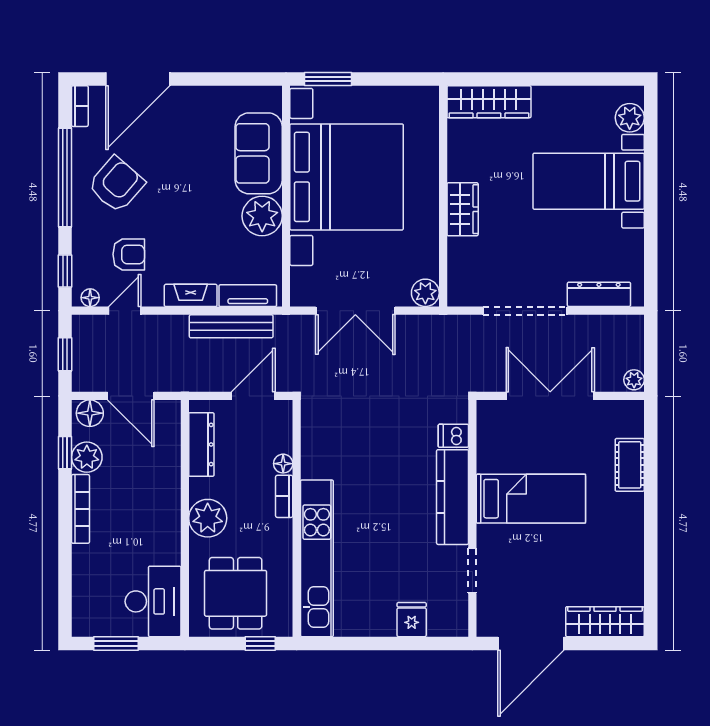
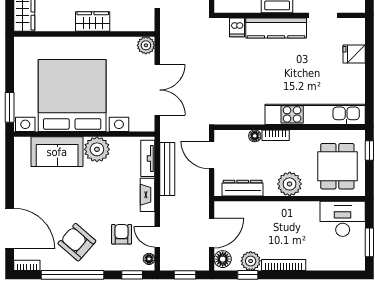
dining table: (236, 593) -> (337, 166), turned 90

